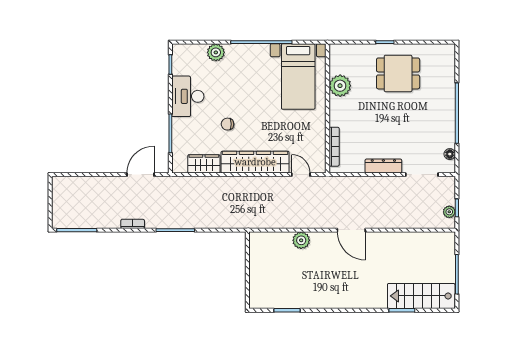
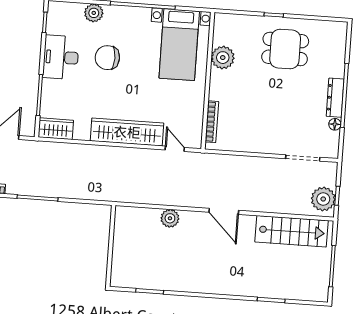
chair: (228, 124) -> (107, 58), moved, width x1.87, depth x1.87
floor lamp: (450, 154) -> (335, 124), moved
wardrobe: (204, 164) -> (56, 129), moved
dresser: (383, 166) -> (335, 98), moved, turned -90
plant: (449, 212) -> (323, 199), width x1.88, depth x1.88
stairs: (421, 296) -> (291, 231), moved, turned 180

